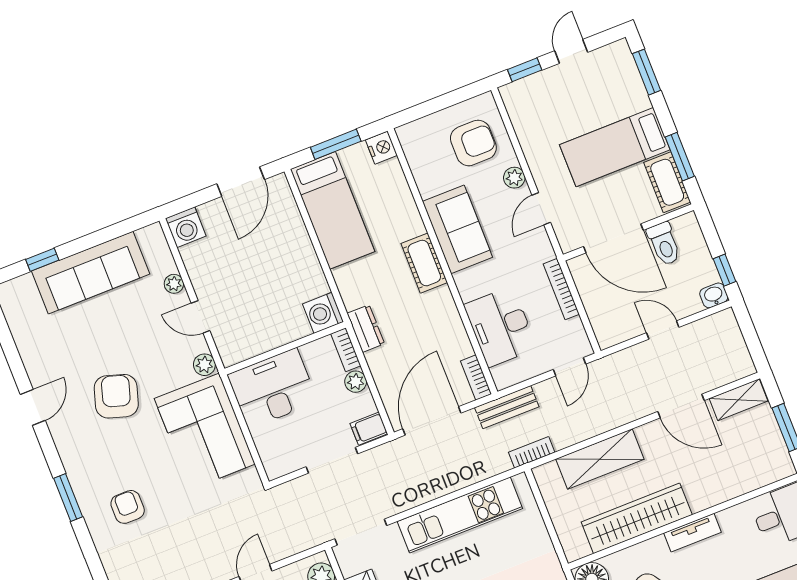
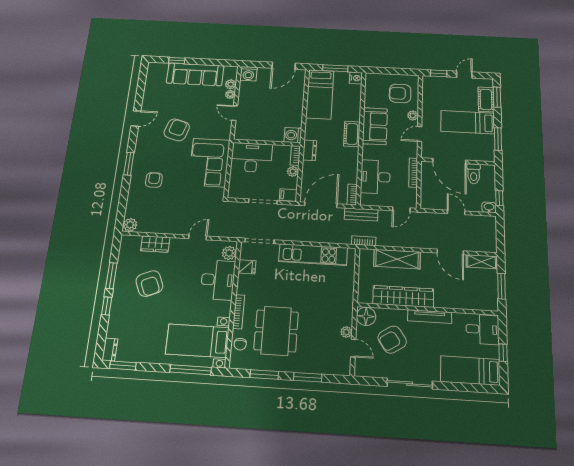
armchair: (473, 143) -> (400, 93), turned 180
cot: (667, 182) -> (486, 99), moved
plant: (204, 365) -> (231, 84), moved
tv unit: (692, 533) -> (430, 317), width x1.41

